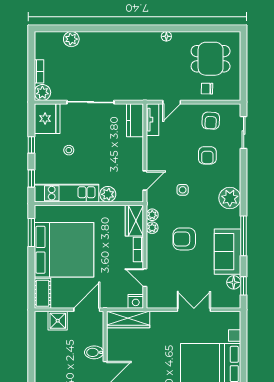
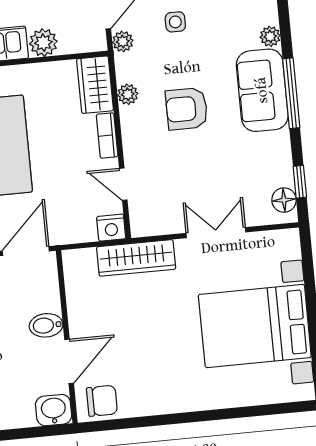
plant: (230, 198) -> (270, 36), width x0.53, depth x0.53
plant: (152, 215) -> (123, 41), moved
sofa: (227, 252) -> (262, 90), moved
floor lamp: (234, 282) -> (284, 200), moved
wardrobe: (128, 320) -> (136, 258), moved

